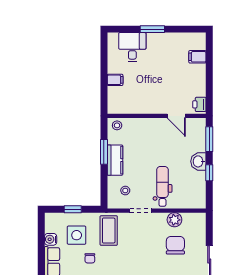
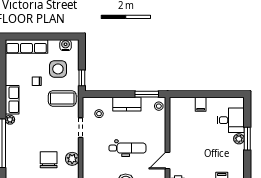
plant: (153, 38) -> (239, 139), added
window: (104, 152) -> (147, 94), moved
dental chair: (162, 186) -> (127, 148), moved
window: (73, 209) -> (82, 78), moved
water cooler: (51, 239) -> (66, 45), moved
chair: (175, 245) -> (49, 160), turned -90

